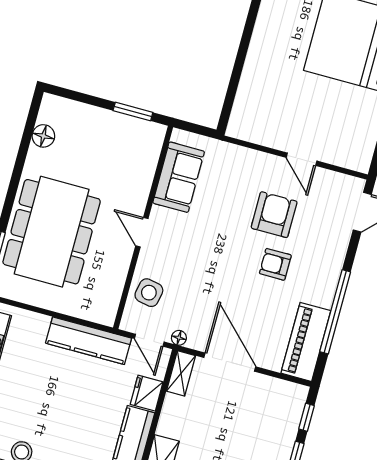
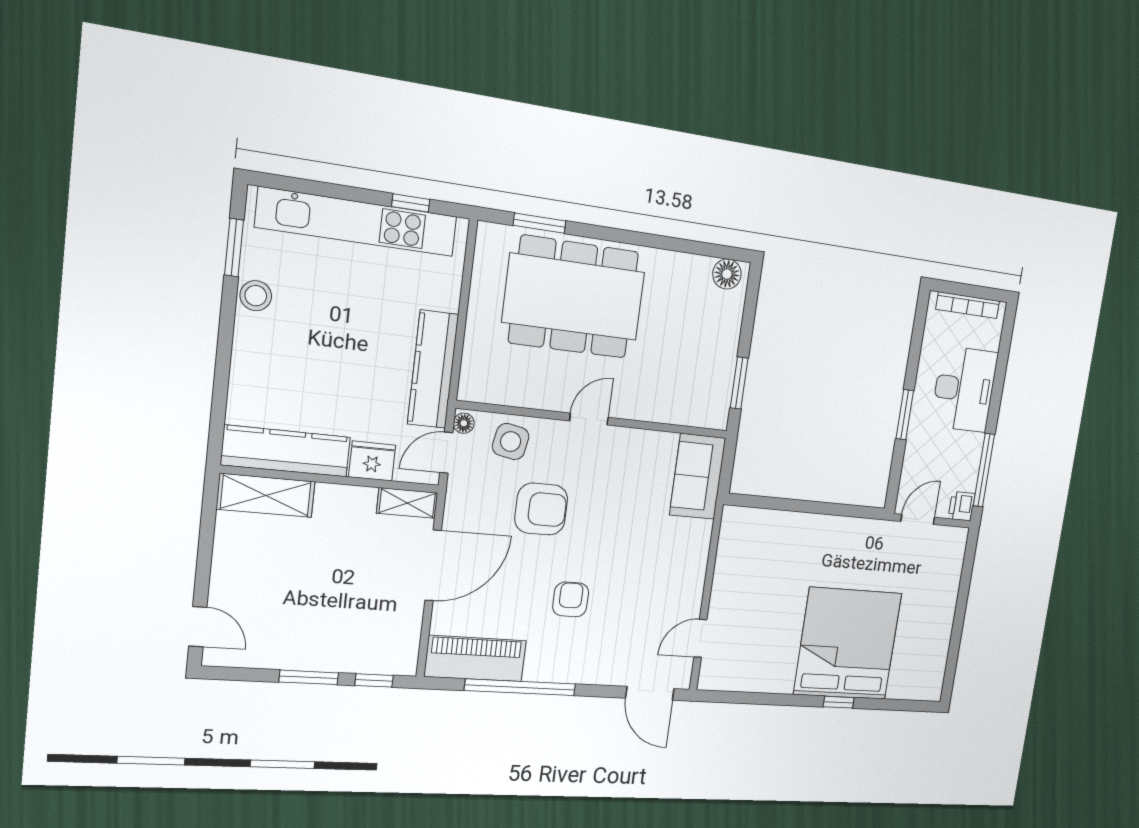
floor lamp: (43, 136) -> (727, 274), moved
door: (302, 159) -> (700, 638), moved
sofa: (179, 177) -> (698, 476), moved, turned 90
armchair: (274, 215) -> (541, 509), moved
floor lamp: (179, 338) -> (464, 423), moved

